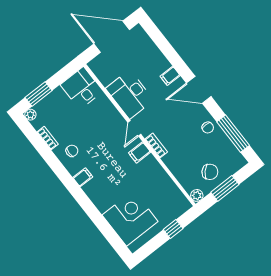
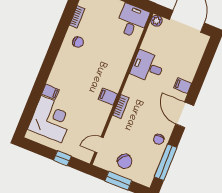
desk: (130, 94) -> (148, 67), width x0.73
door: (134, 128) -> (99, 145), moved
filing cabinet: (83, 177) -> (50, 92), moved
plant: (197, 195) -> (157, 21), moved

